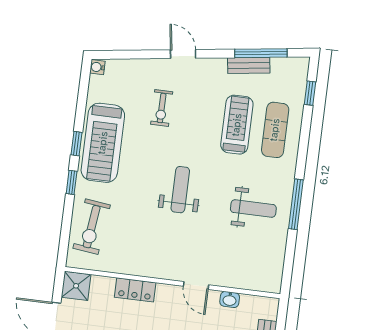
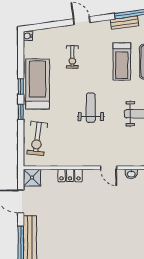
treadmill: (237, 125) -> (122, 61), turned 180
treadmill: (103, 143) -> (38, 84), turned 180

